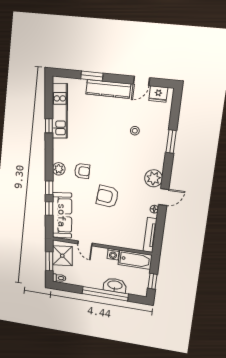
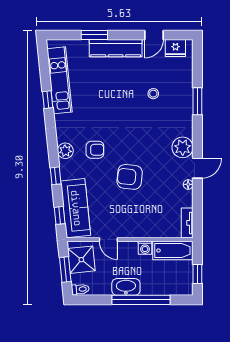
window: (49, 208) -> (60, 215), moved
tv unit: (150, 235) -> (187, 223), width x0.71
washbasin: (115, 285) -> (126, 287), moved

